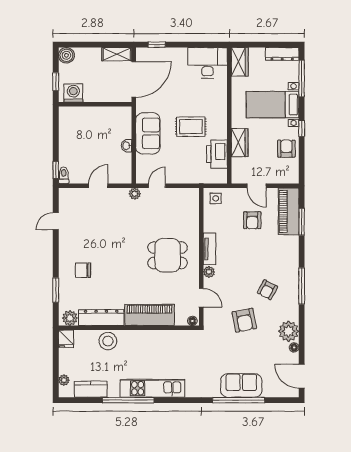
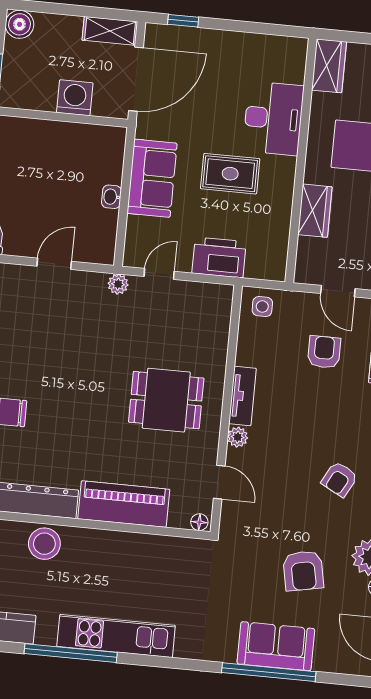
desk: (208, 63) -> (273, 118), moved, turned 90
washing machine: (73, 93) -> (75, 98), moved
printer: (217, 154) -> (219, 257), moved, turned 90
armchair: (252, 220) -> (324, 352), turned 180
armchair: (244, 320) -> (303, 571), moved

